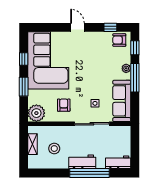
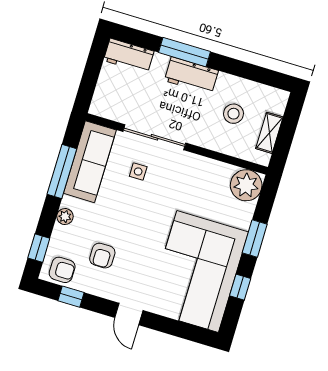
window: (135, 78) -> (62, 171), moved
armchair: (64, 105) -> (102, 256), moved
window: (90, 173) -> (184, 52), width x0.68

